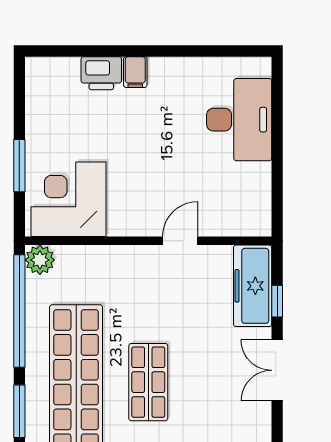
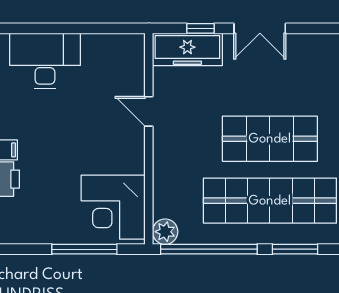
window: (19, 166) -> (84, 249), width x1.44
shop shelf: (148, 382) -> (270, 139), width x1.43, depth x1.36

